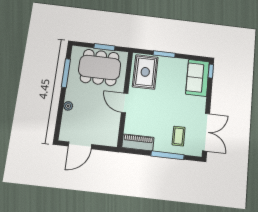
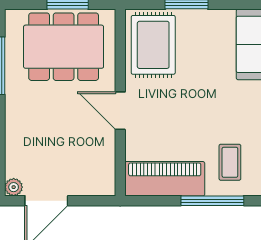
plant: (68, 106) -> (14, 187), moved
piano: (138, 142) -> (165, 179), width x1.37, depth x1.33

